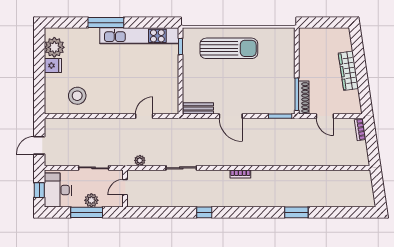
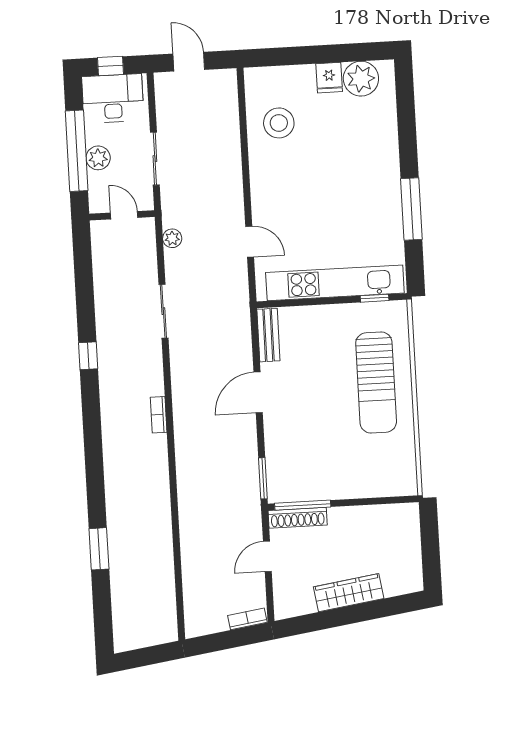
window: (106, 23) -> (411, 209), moved
kitchen unit: (139, 36) -> (335, 283), moved, turned 90
window: (87, 212) -> (77, 151), width x1.46
window: (296, 212) -> (99, 549), moved

